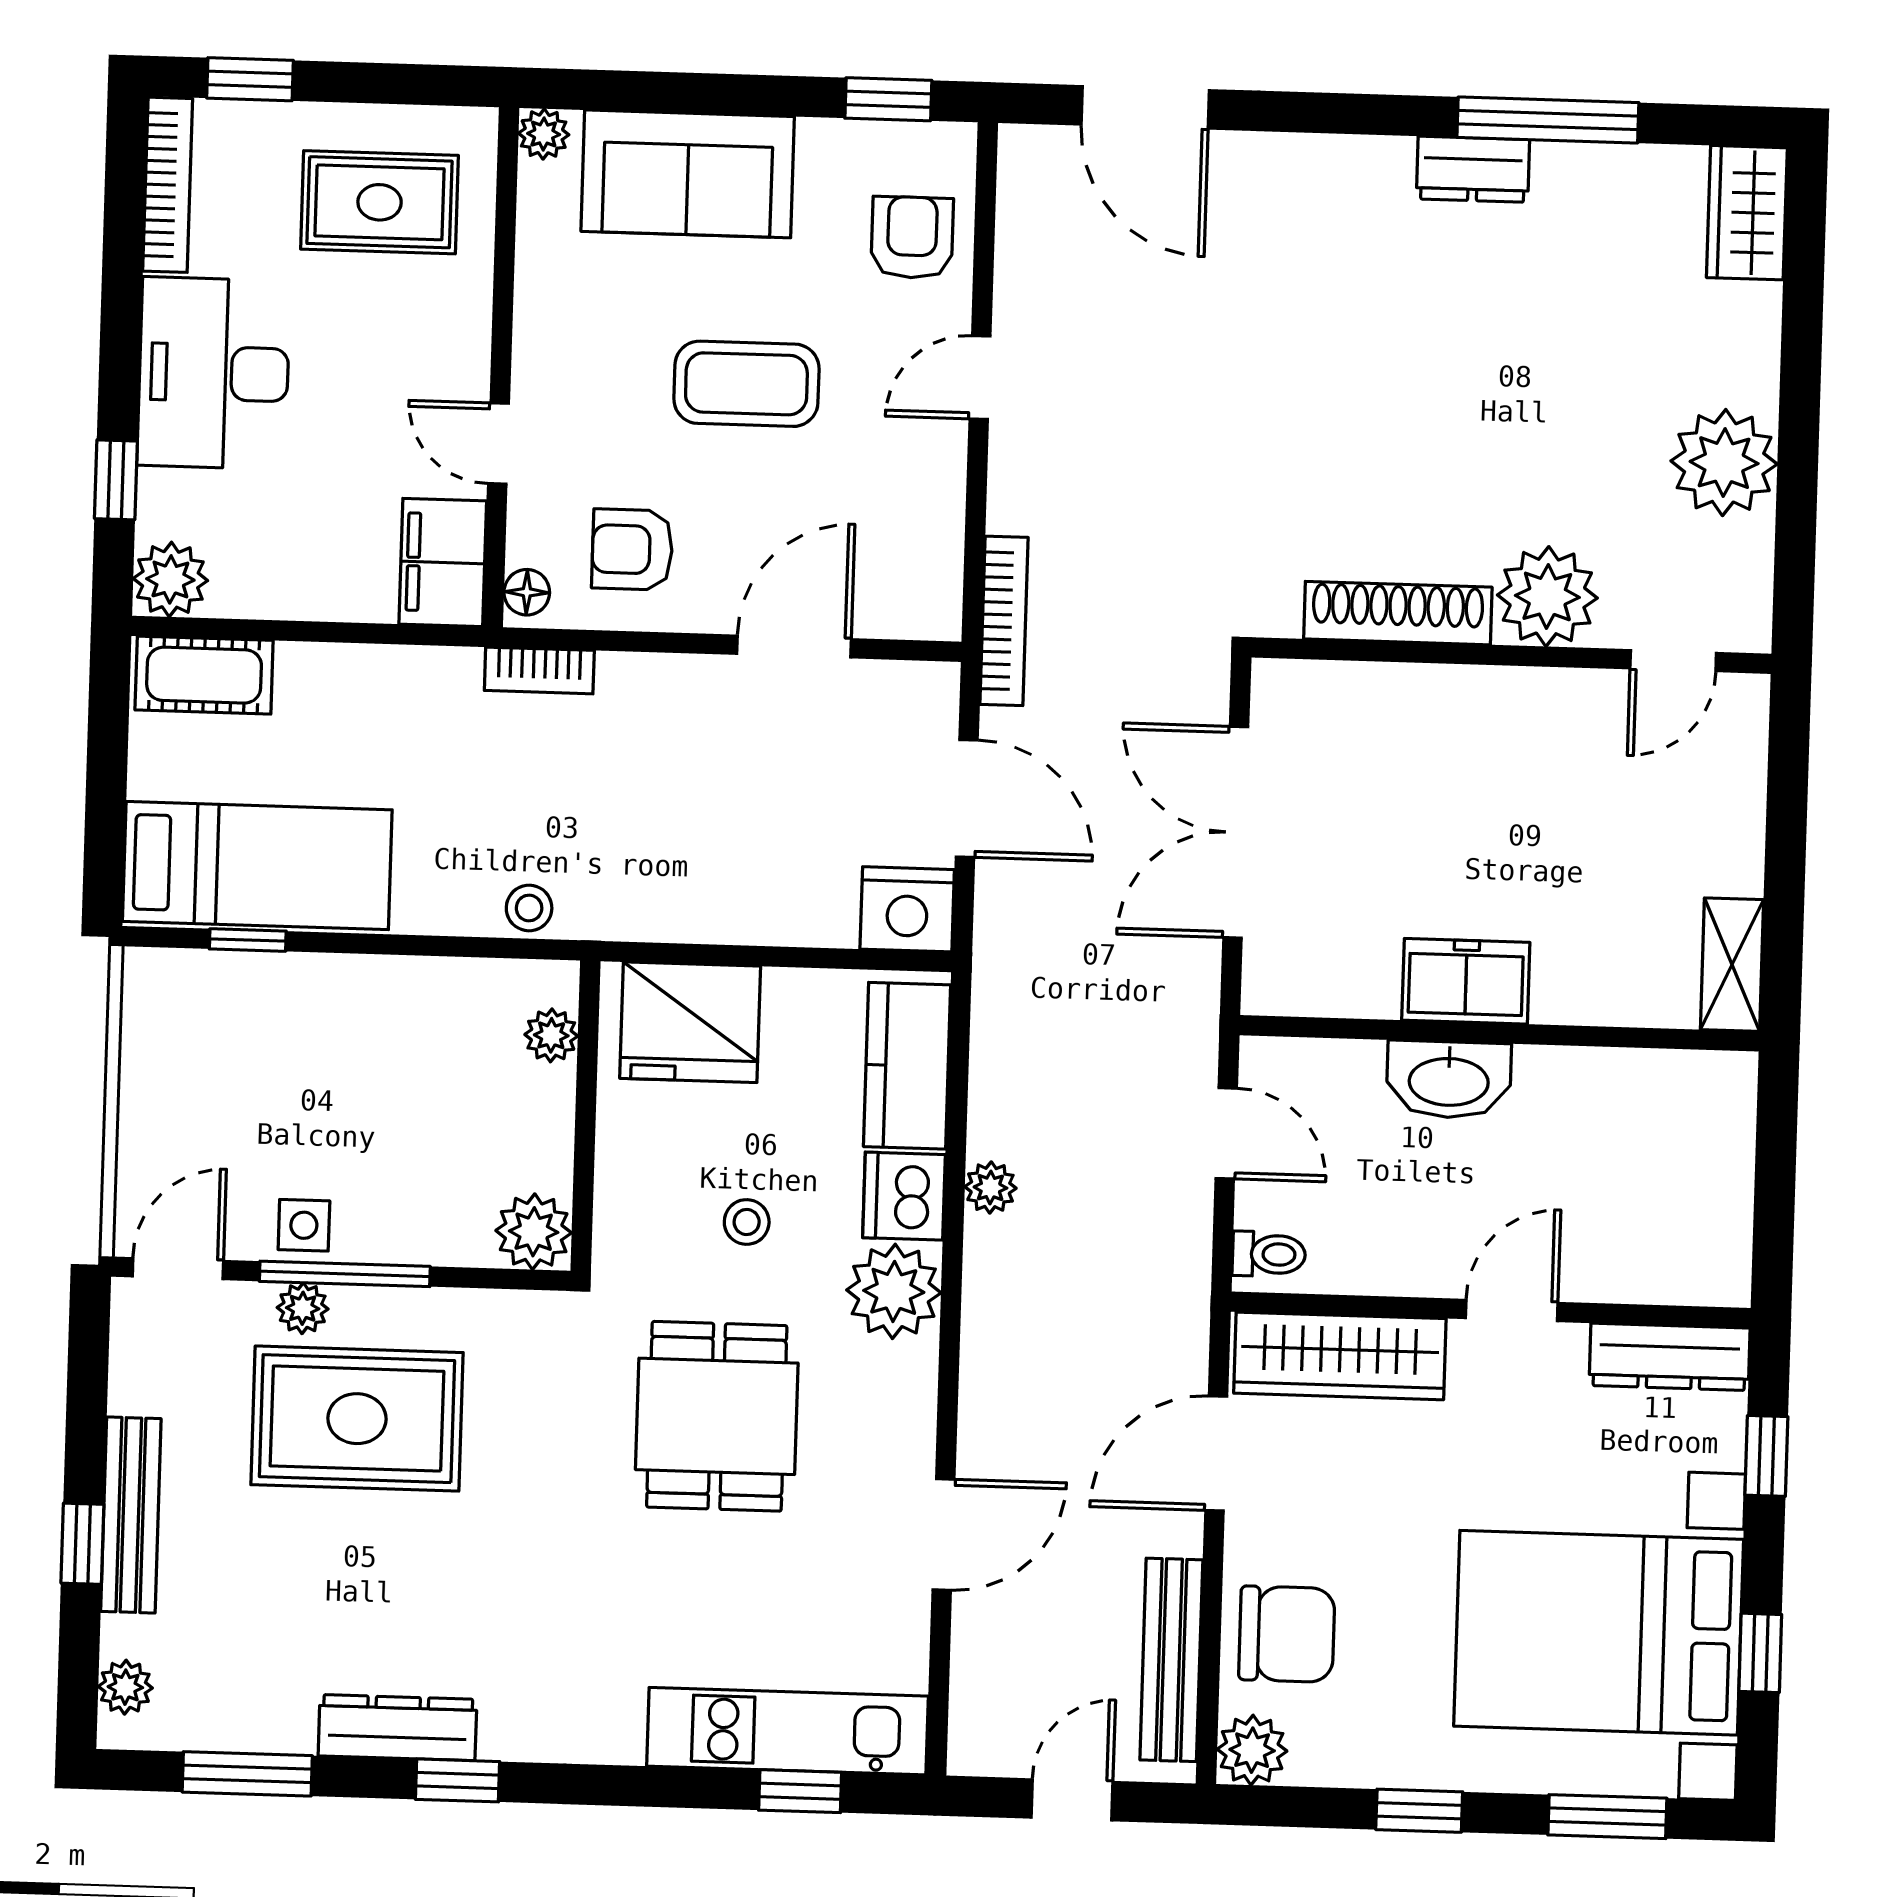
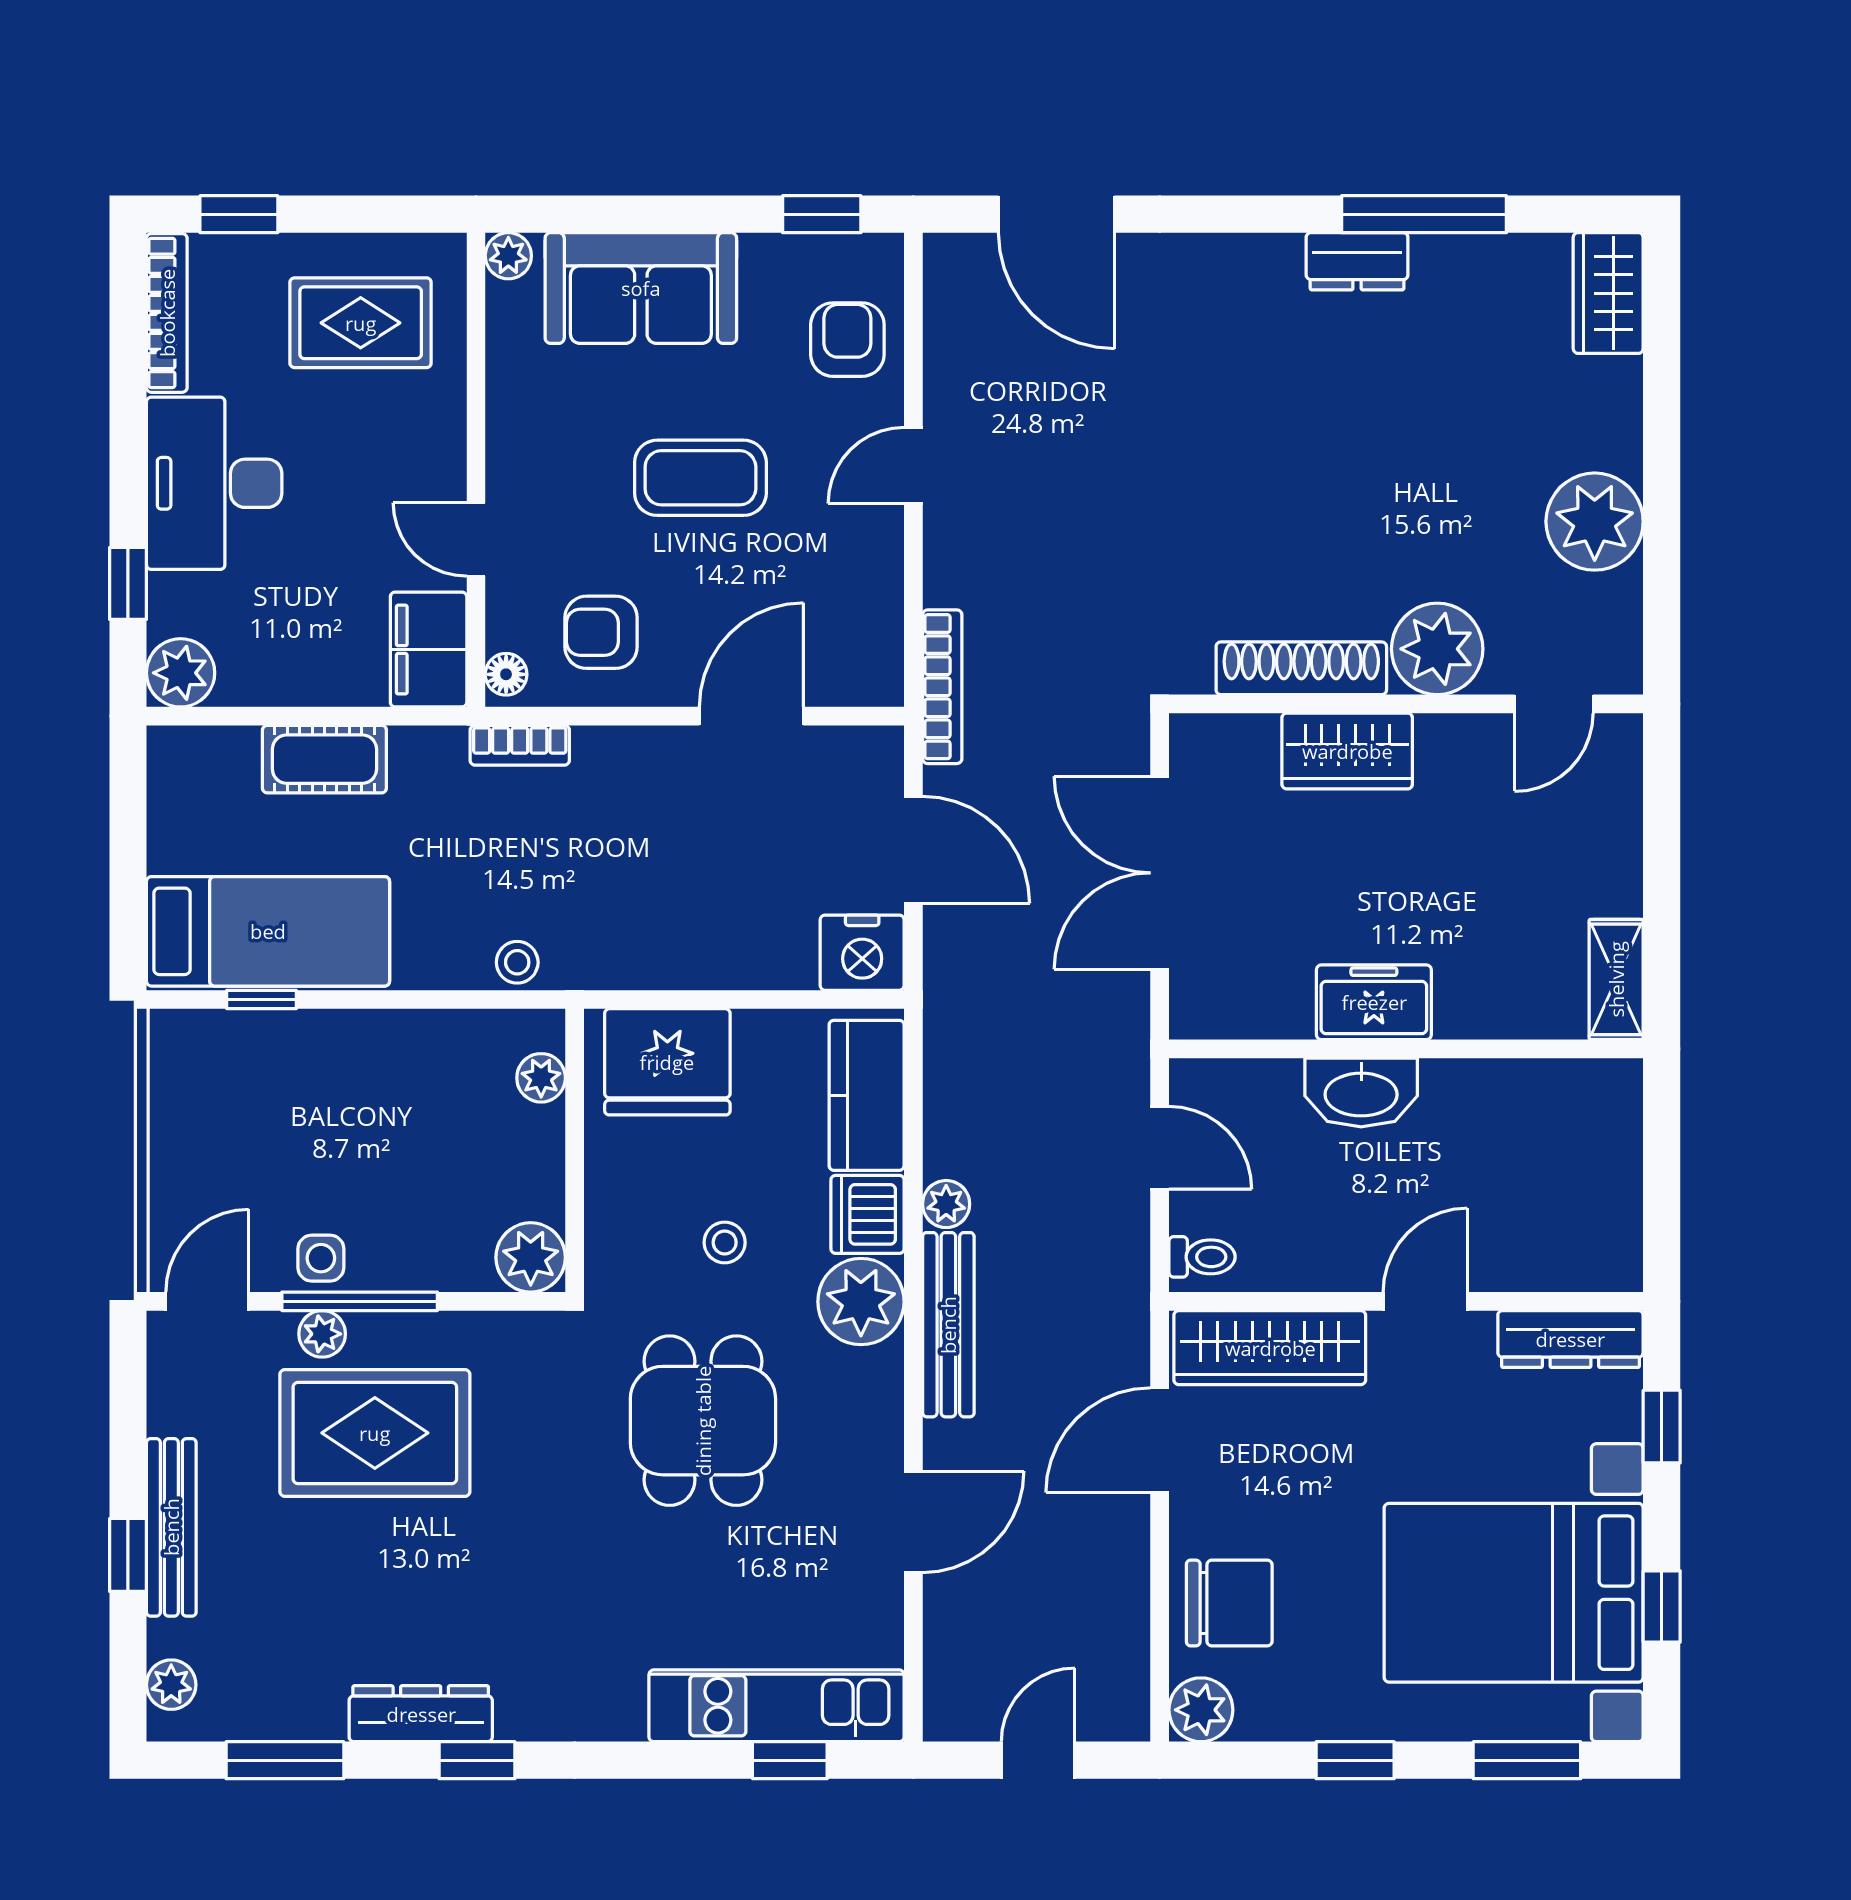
cot: (204, 675) -> (324, 759), moved
wardrobe: (1445, 705) -> (1347, 751), added
bench: (1171, 1660) -> (948, 1325), moved

